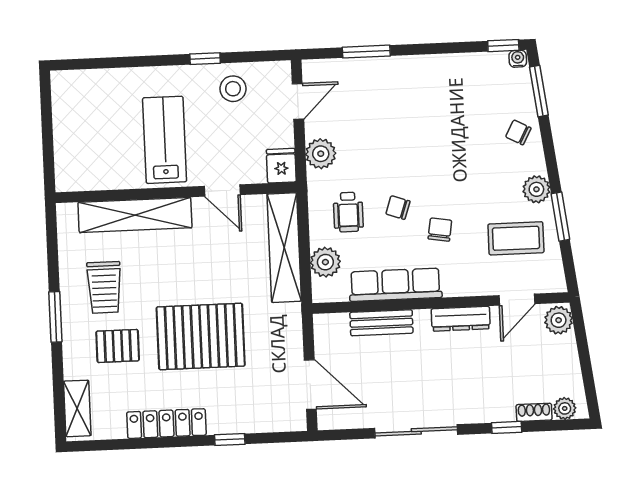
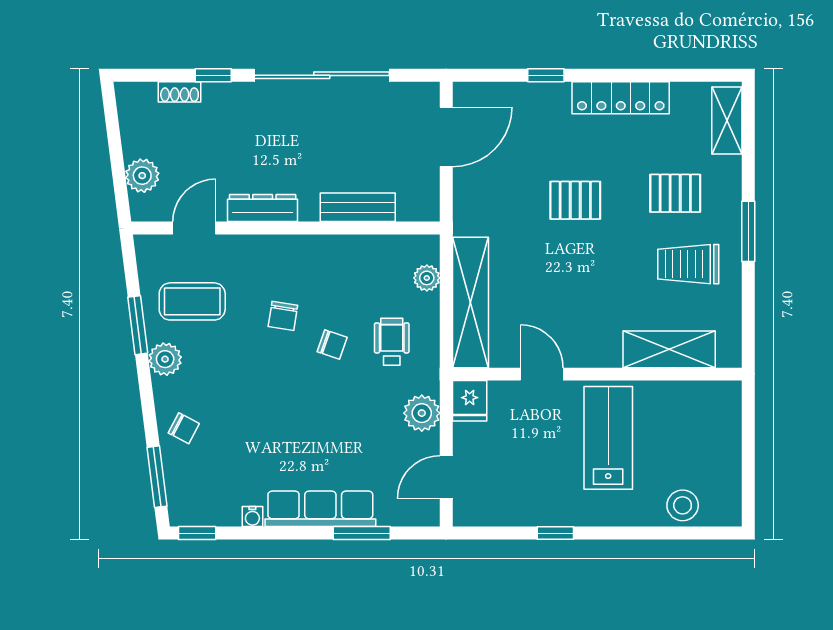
water cooler: (518, 59) -> (252, 517), moved
stool: (233, 89) -> (683, 505), moved
lab bench: (165, 140) -> (608, 438), turned 180
shelving: (135, 215) -> (669, 349), width x0.68
plant: (325, 262) -> (427, 278), width x0.73, depth x0.73
row of seats: (395, 285) -> (320, 509), moved, turned 180
trolley: (104, 287) -> (688, 264), turned -90
plant: (559, 320) -> (142, 176), moved
pallet: (201, 336) -> (575, 200), width x0.49, depth x0.50
door: (310, 385) -> (446, 137), swing flipped
plant: (565, 408) -> (143, 95), removed
sliding door: (416, 431) -> (322, 75), width x1.36

